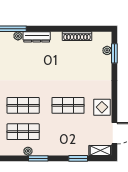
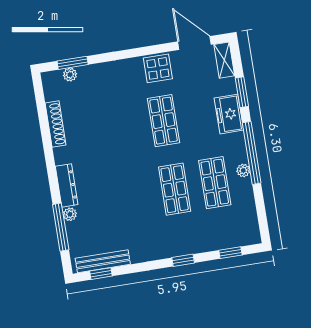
freezer: (65, 148) -> (229, 114), added
window: (38, 158) -> (252, 153), width x2.11

